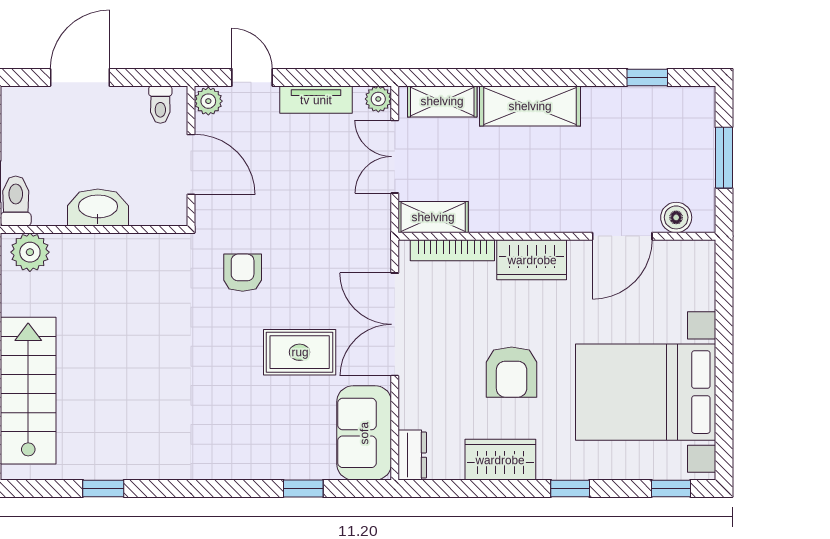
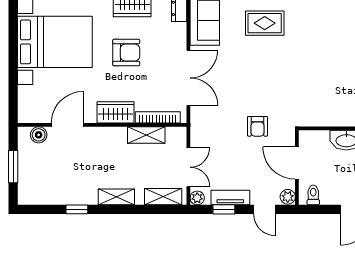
window: (328, 77) -> (224, 209), added
window: (647, 77) -> (77, 209), moved
shelving: (530, 106) -> (116, 197), width x0.67, depth x0.75
shelving: (433, 217) -> (146, 135), moved
armchair: (243, 273) -> (257, 126), moved
rug: (300, 352) -> (265, 23), moved
armchair: (512, 372) -> (126, 53), turned 90

